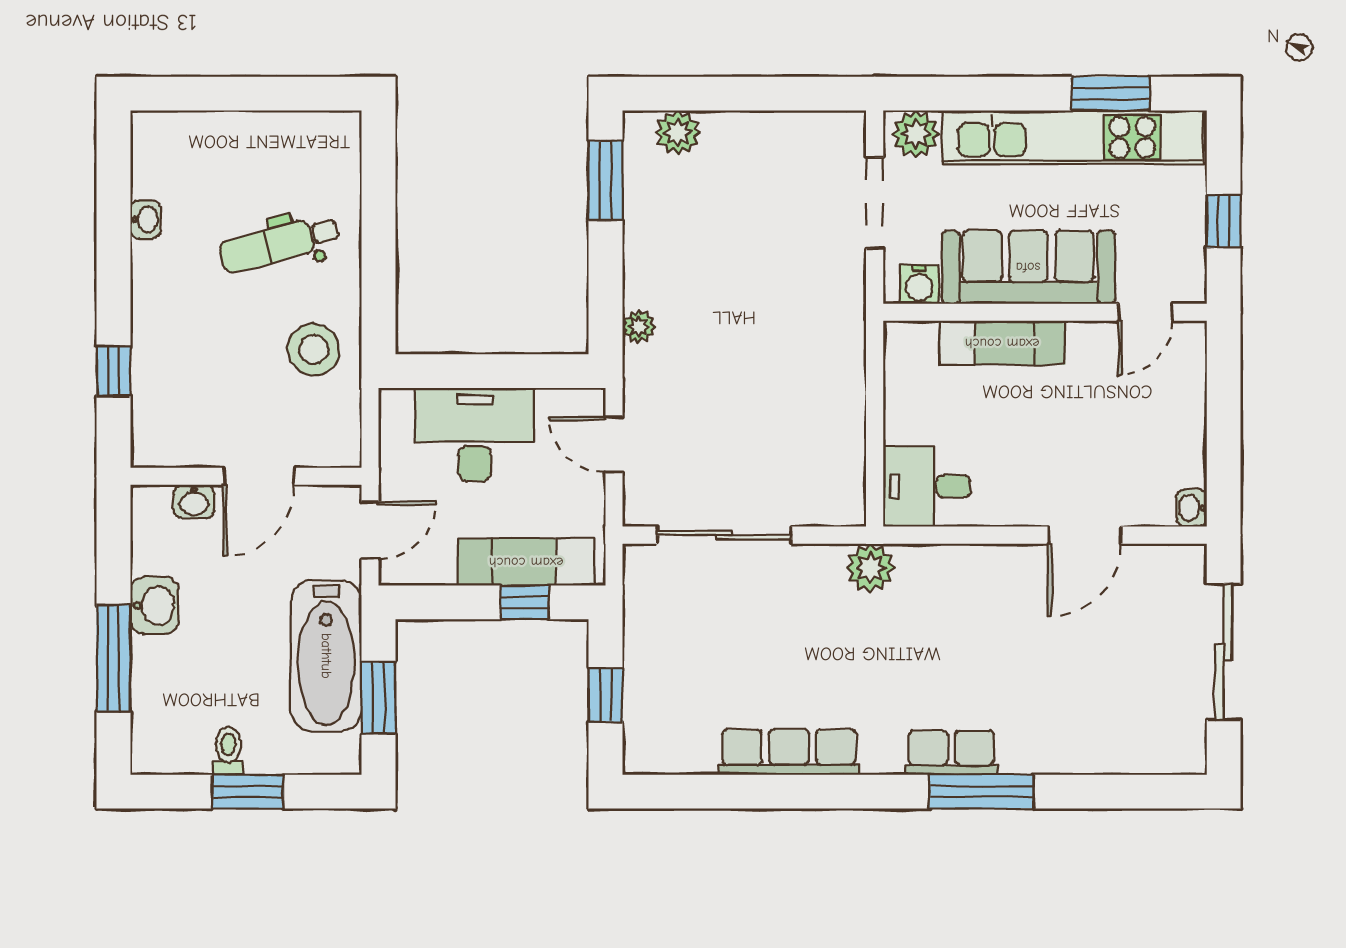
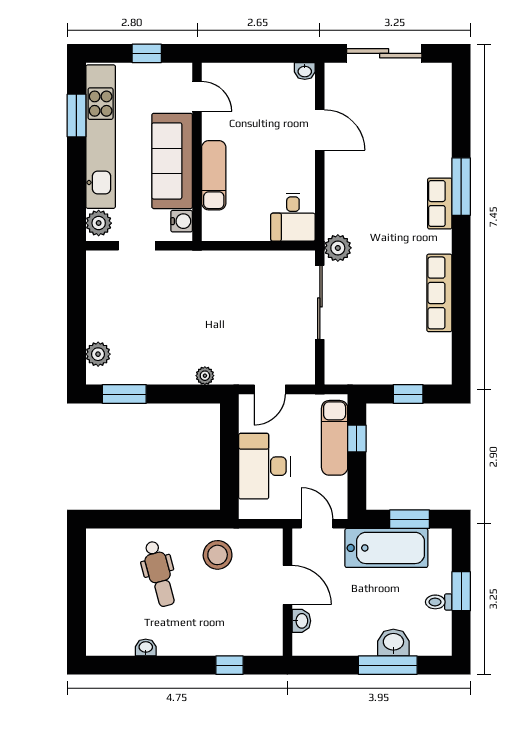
doorway: (875, 203) -> (137, 246), width x0.73
sliding door: (724, 535) -> (320, 302), moved
washbasin: (155, 605) -> (393, 643), moved

